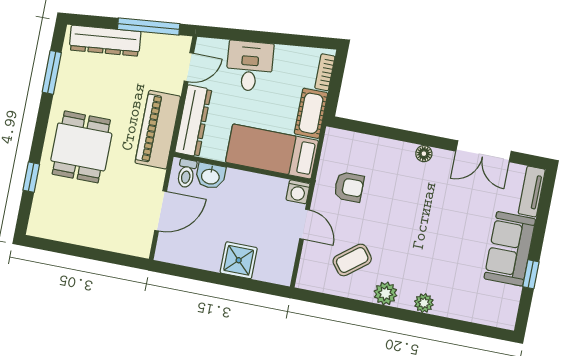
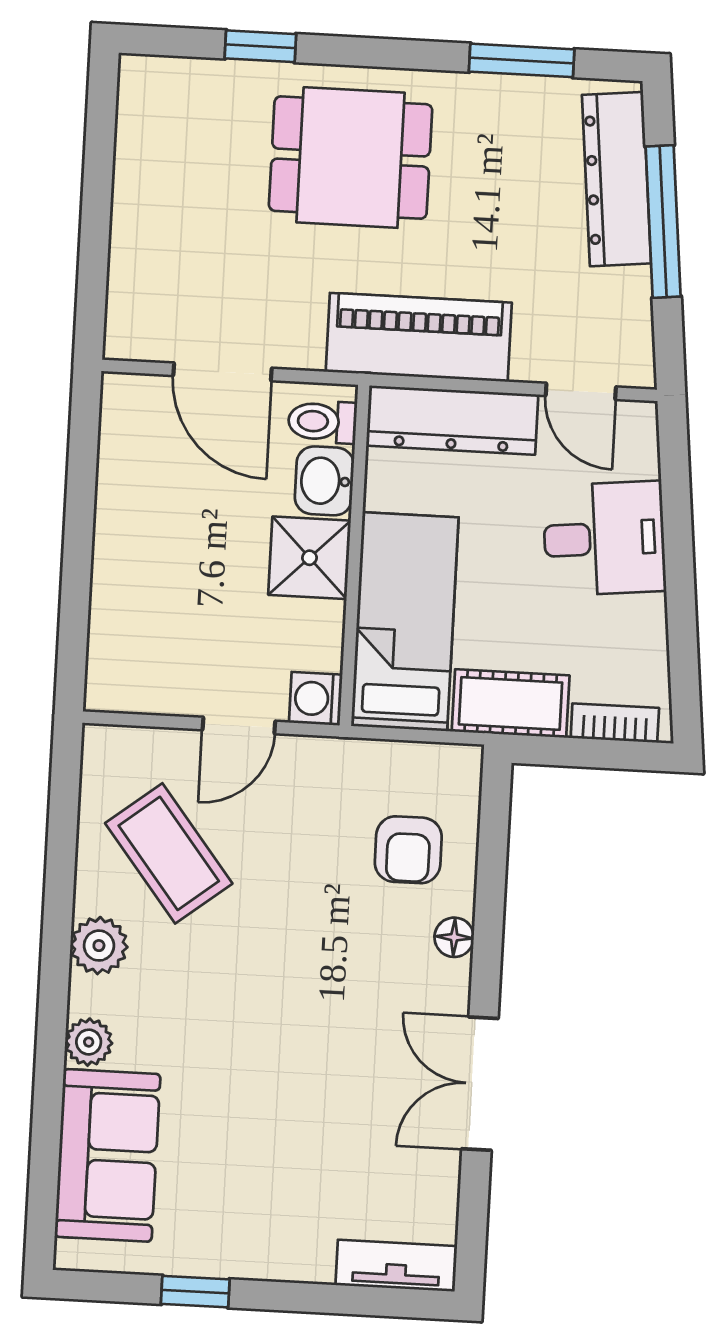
window: (149, 26) -> (663, 222), moved
double door: (484, 151) -> (480, 1084), moved
floor lamp: (424, 154) -> (454, 937), moved
armchair: (349, 187) -> (408, 850), moved
sofa: (510, 249) -> (107, 1155), moved, turned 90
shower: (239, 260) -> (310, 558), moved
coffee table: (352, 260) -> (169, 853), width x1.36, depth x1.30

